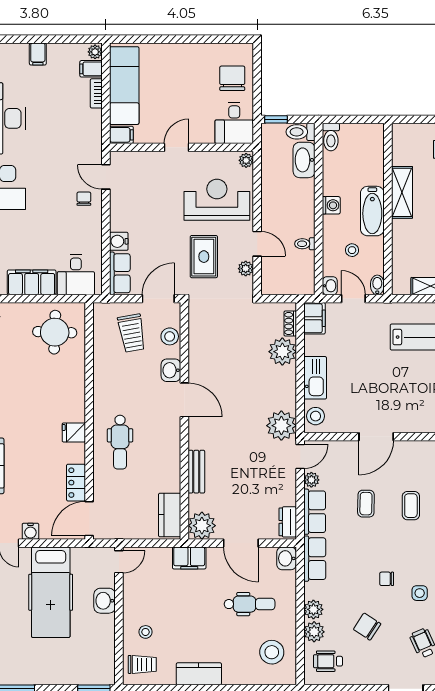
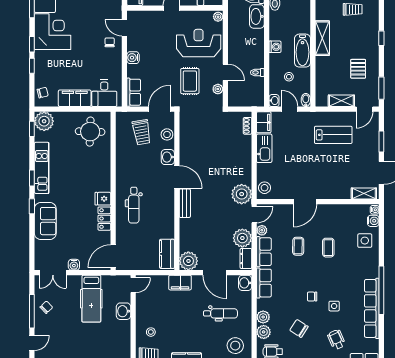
water cooler: (119, 241) -> (133, 58), moved
plant: (282, 352) -> (242, 238), moved
kitchen sink: (315, 378) -> (264, 148), moved
bench: (196, 472) -> (185, 203), moved
locker: (76, 483) -> (104, 219), moved
hospital bed: (51, 592) -> (91, 299), width x0.73, depth x0.78

